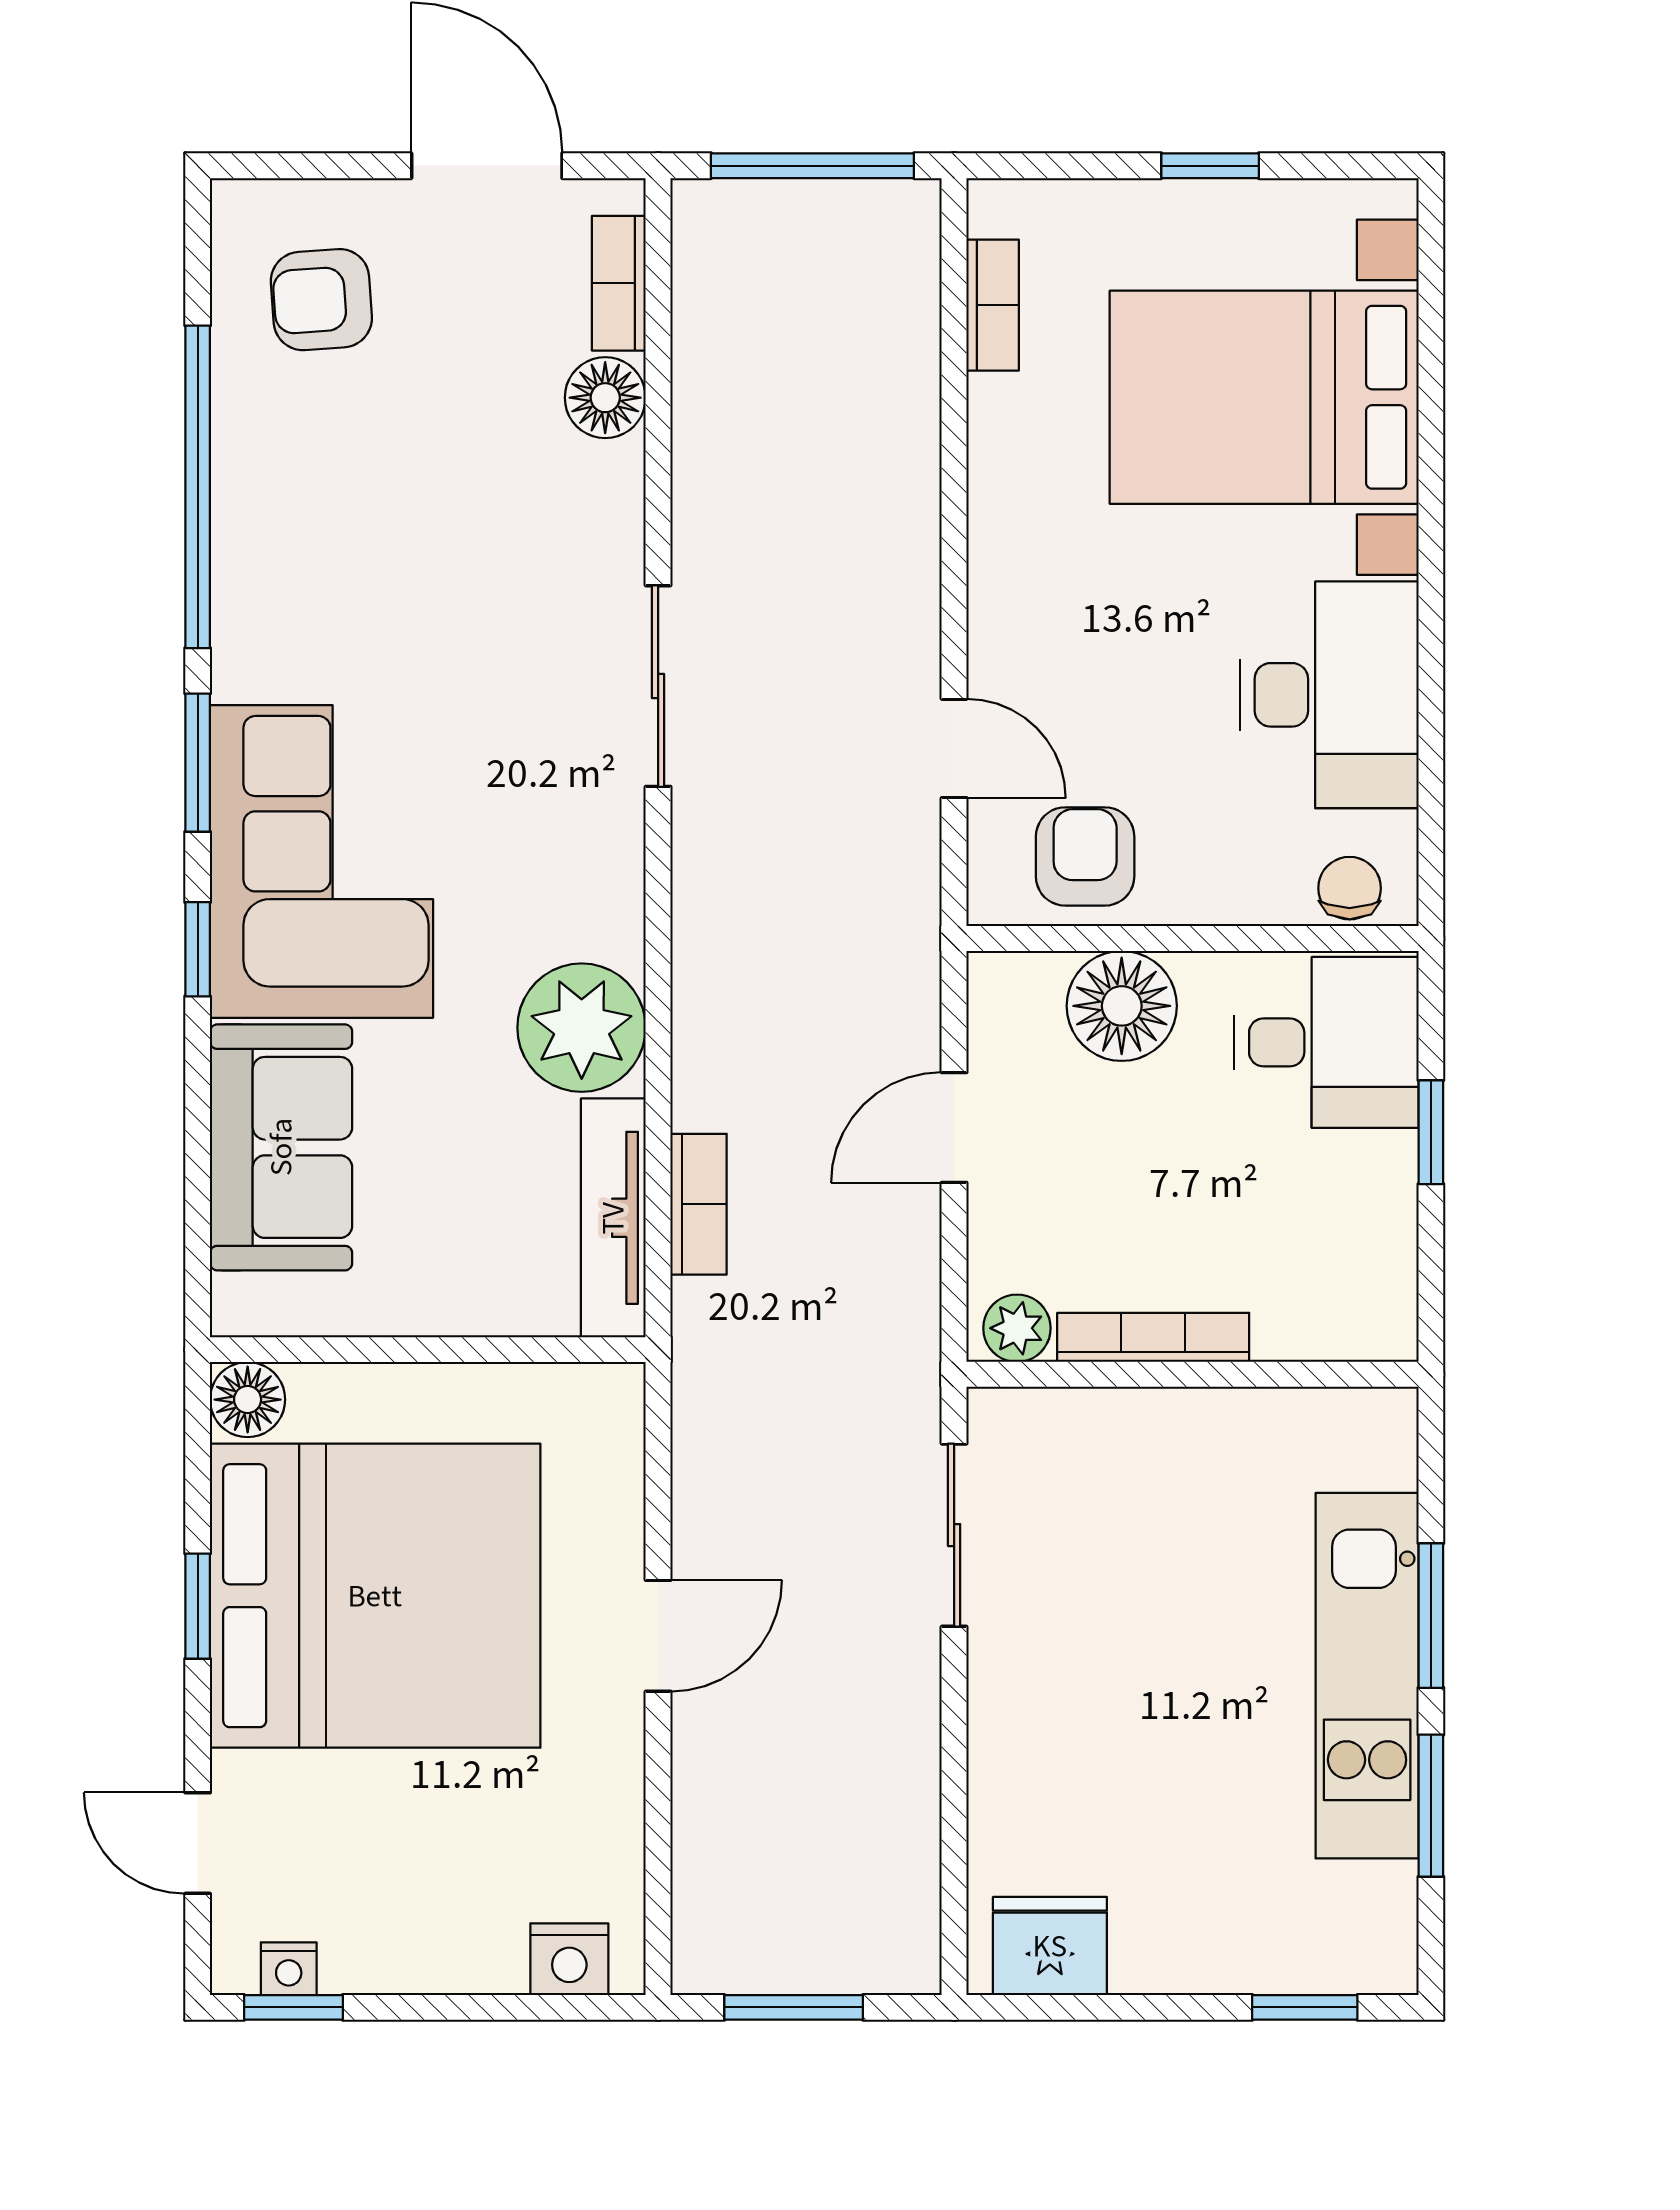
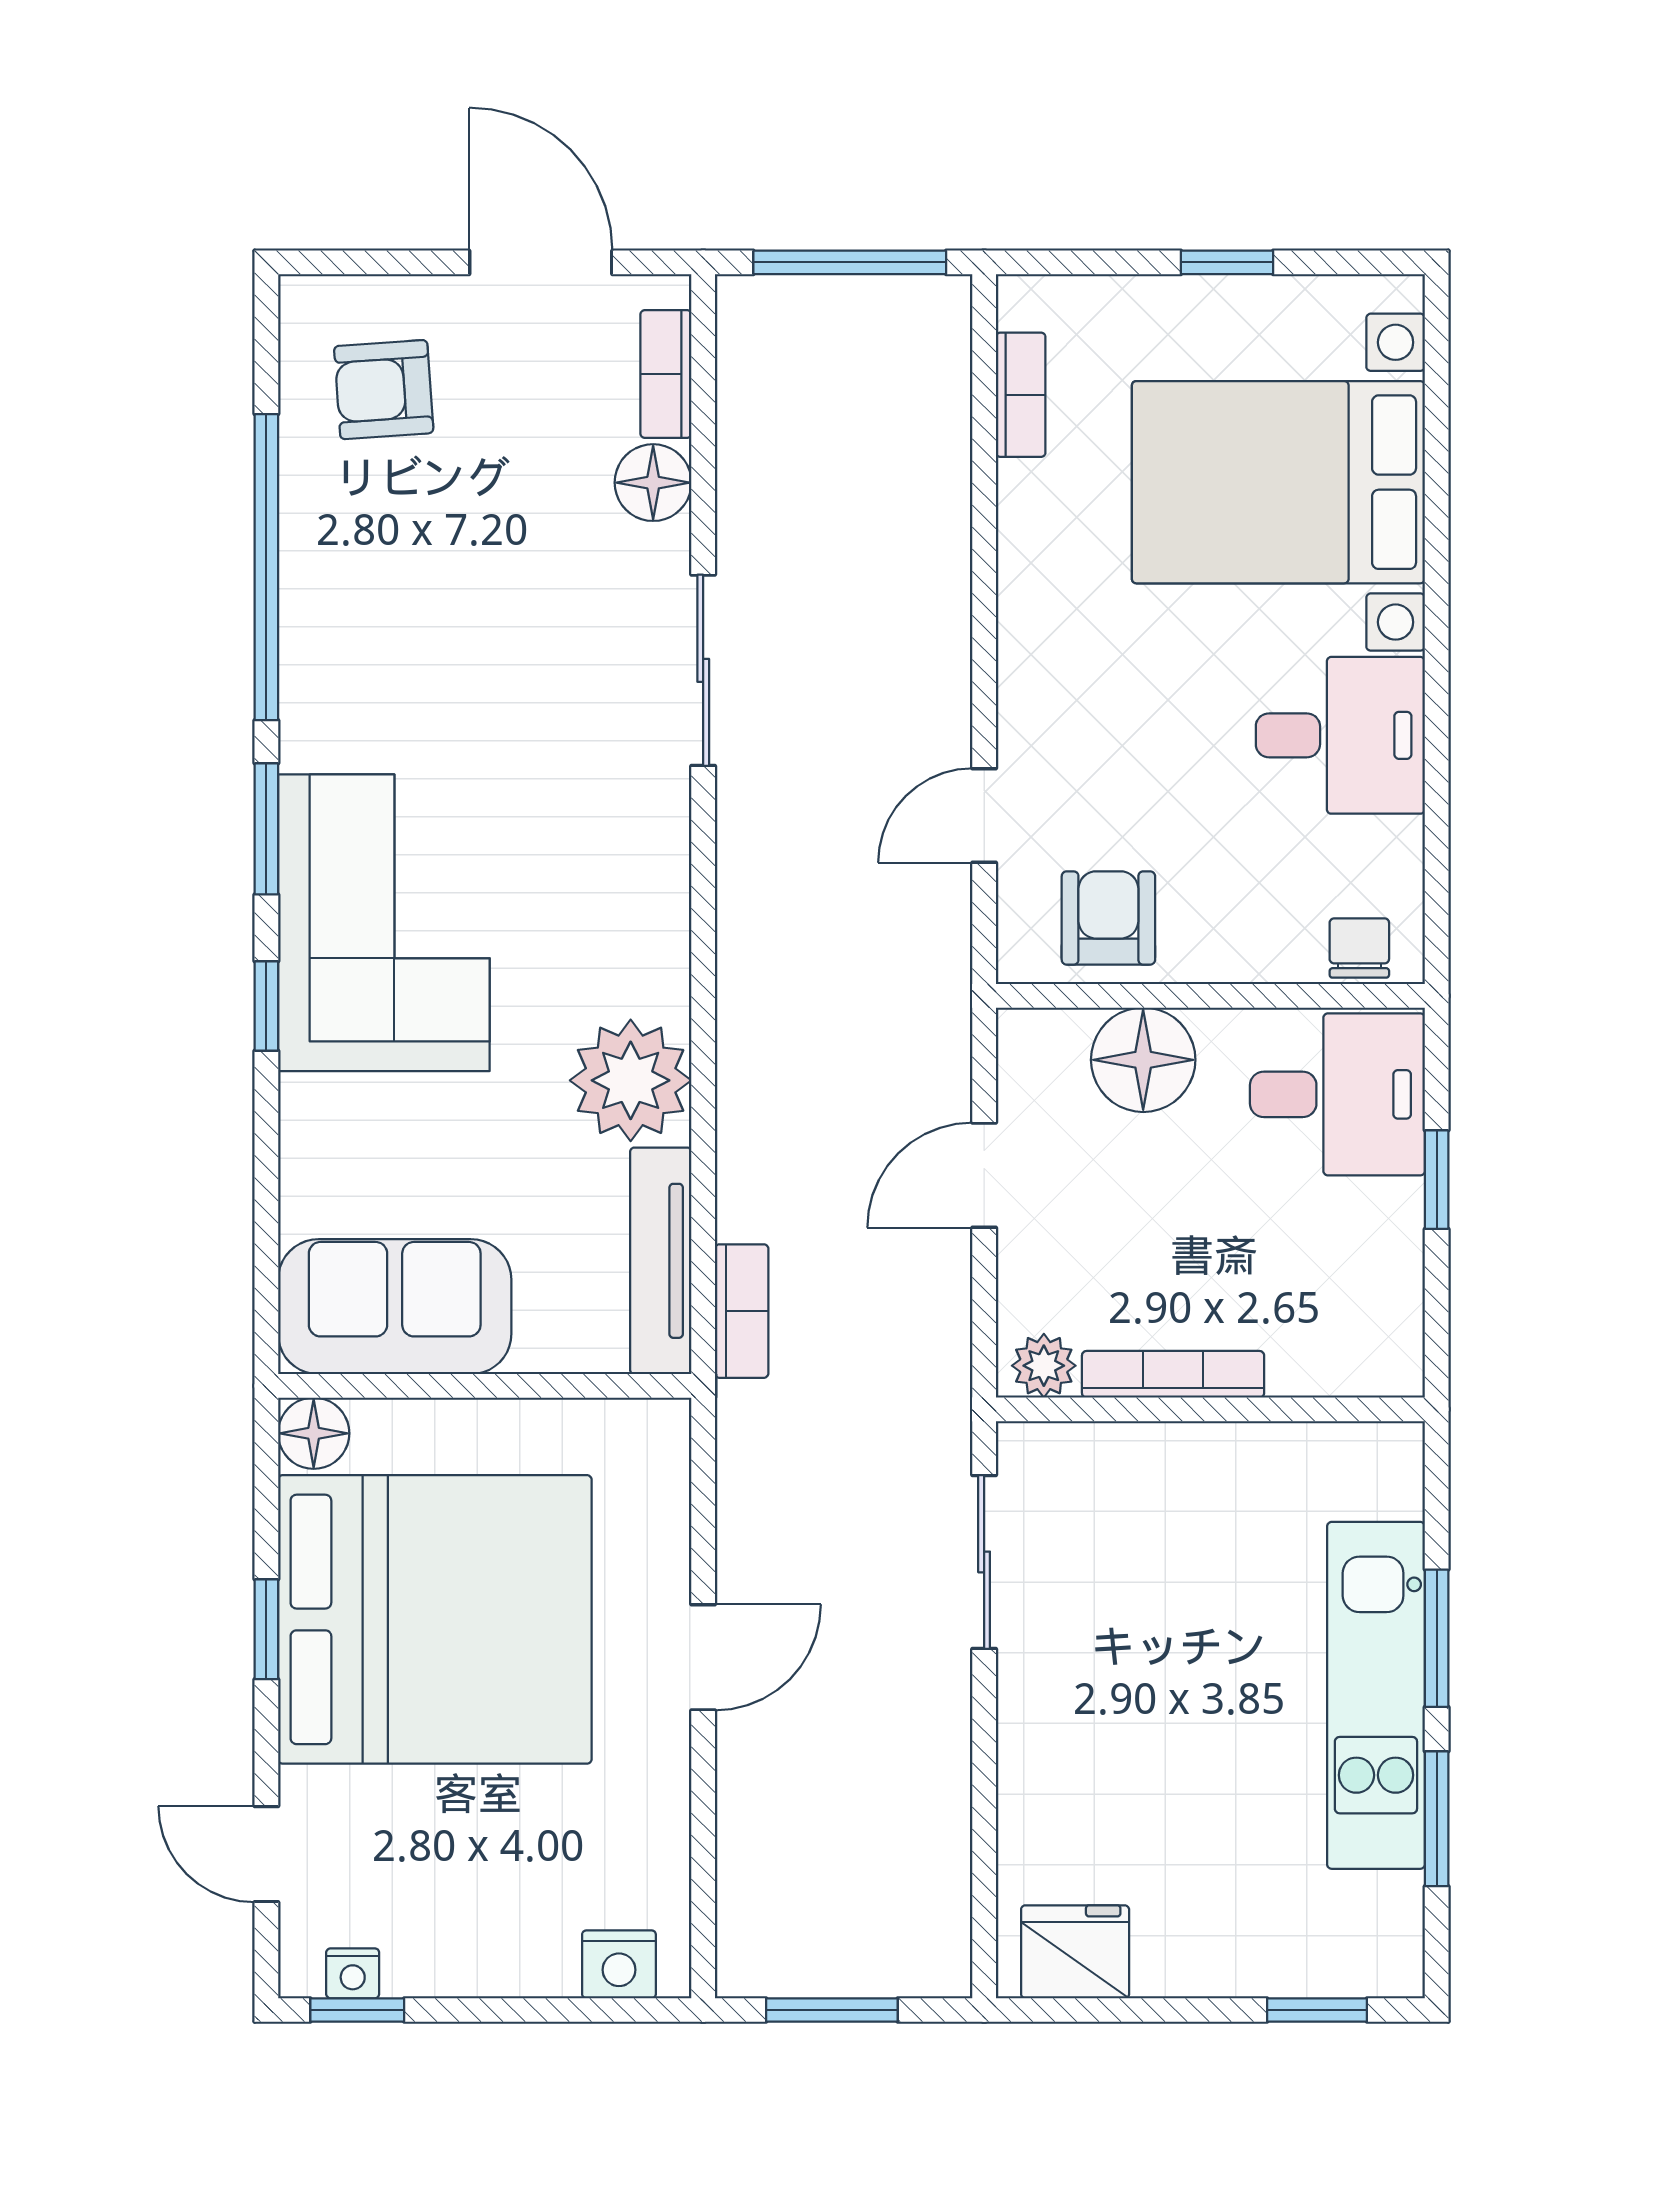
sliding door: (658, 686) -> (703, 670), moved
desk: (1329, 695) -> (1340, 735), width x0.73
door: (954, 748) -> (984, 815), swing flipped
sofa: (281, 1147) -> (395, 1307), moved, turned -90
bookcase: (699, 1204) -> (742, 1311), moved

